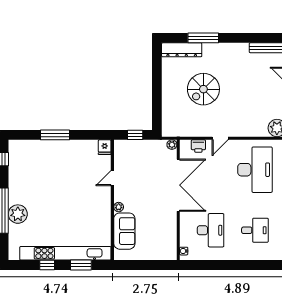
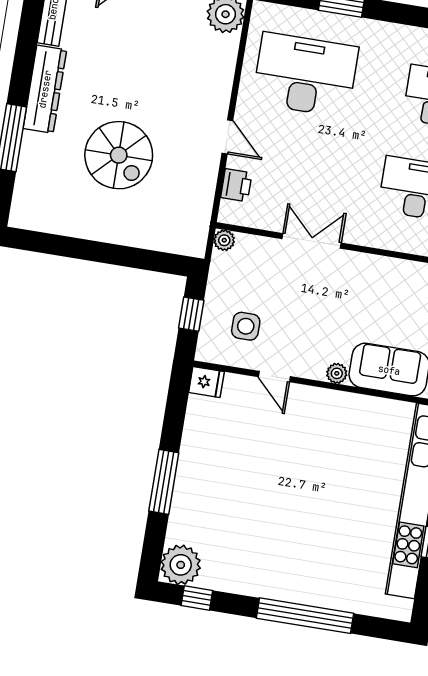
dresser: (182, 50) -> (45, 89), moved
side table: (134, 161) -> (246, 326), added
double door: (178, 185) -> (312, 241), width x0.54
plant: (18, 214) -> (181, 565), moved

